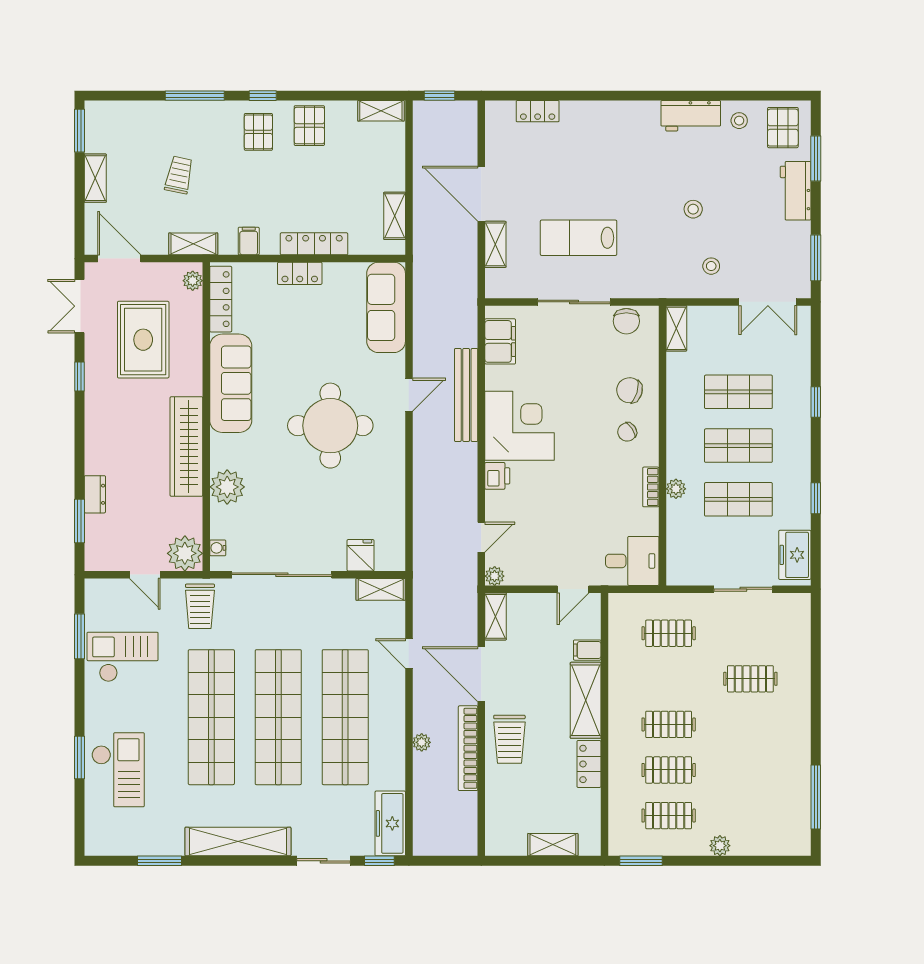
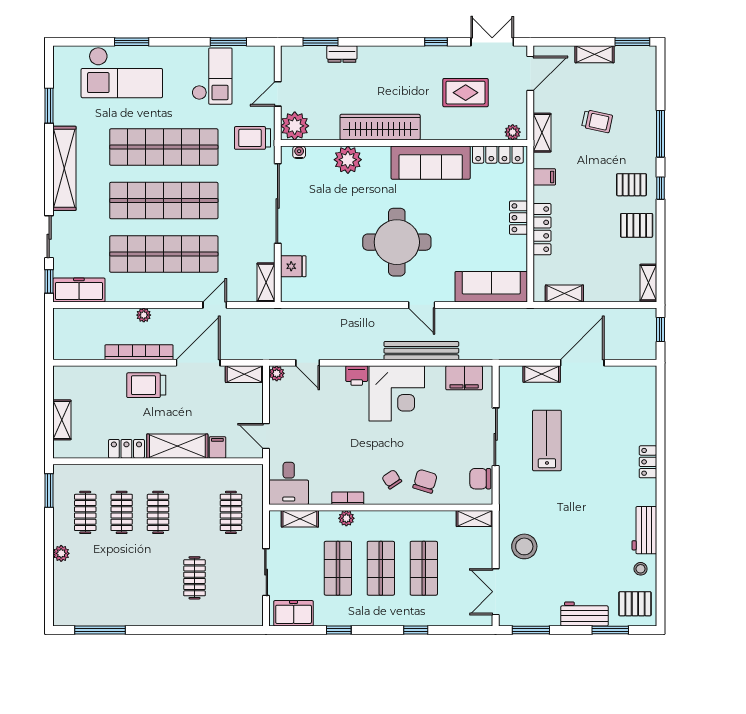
locker: (538, 111) -> (648, 462), moved
stool: (693, 209) -> (570, 532), removed
stool: (711, 266) -> (524, 546), width x1.89, depth x1.89
rug: (143, 340) -> (466, 93), width x0.73, depth x0.70
shelving: (676, 547) -> (300, 519), added
checkout: (118, 770) -> (122, 72), width x1.36, depth x1.21

